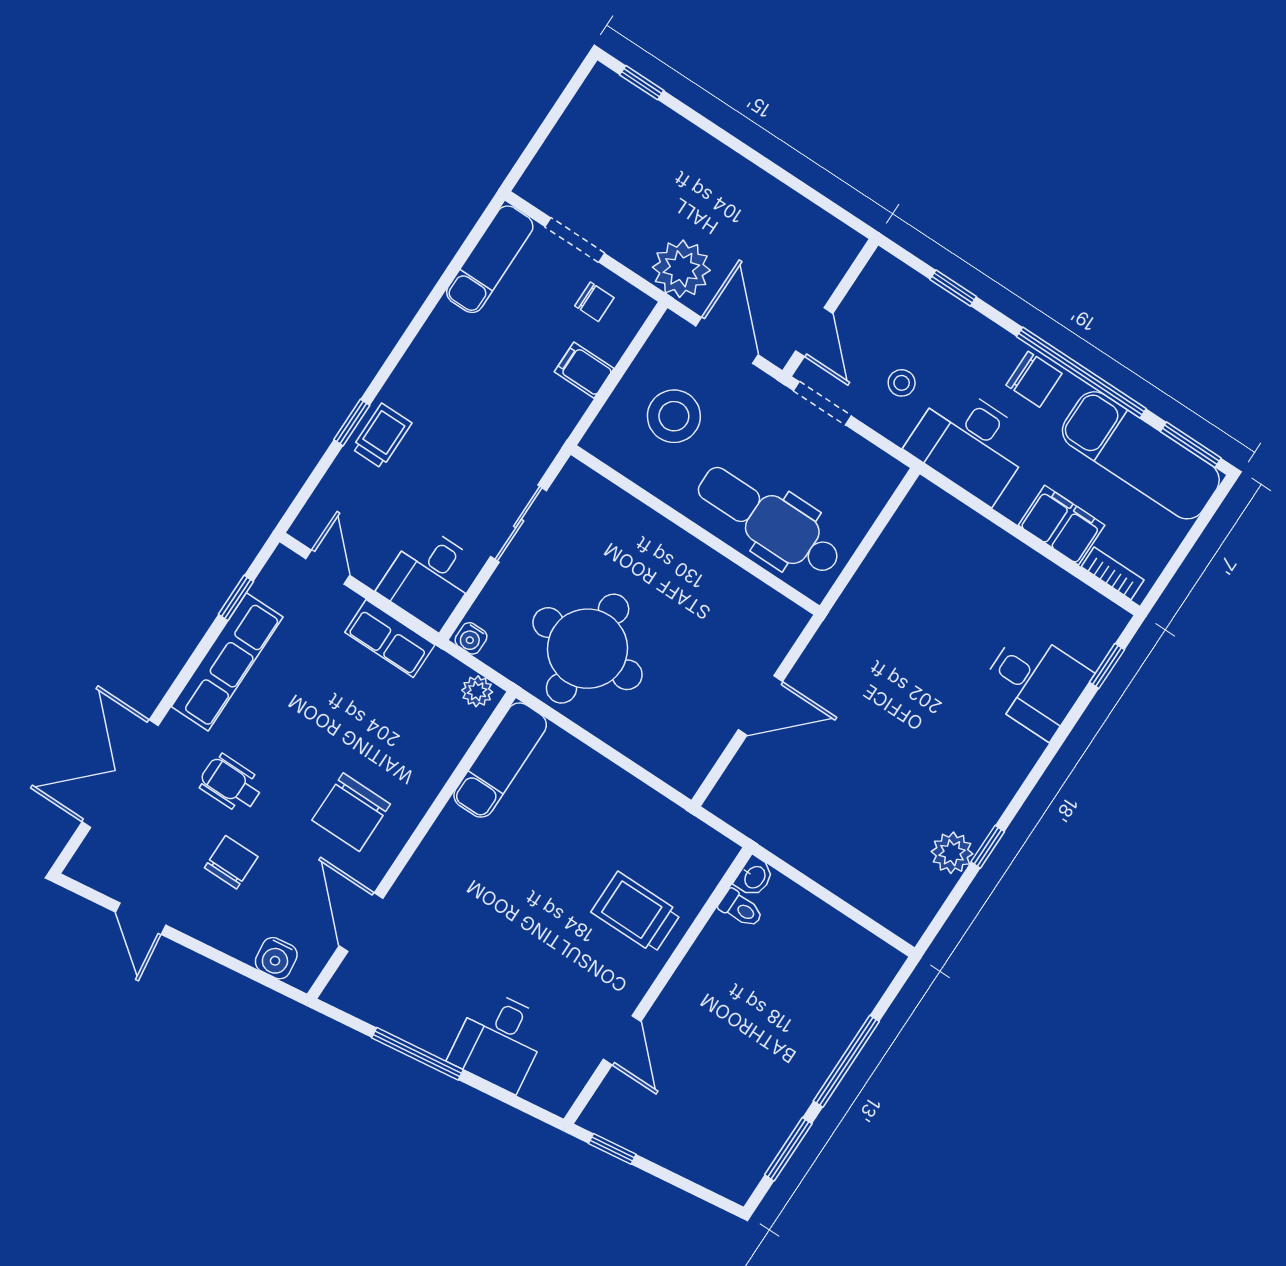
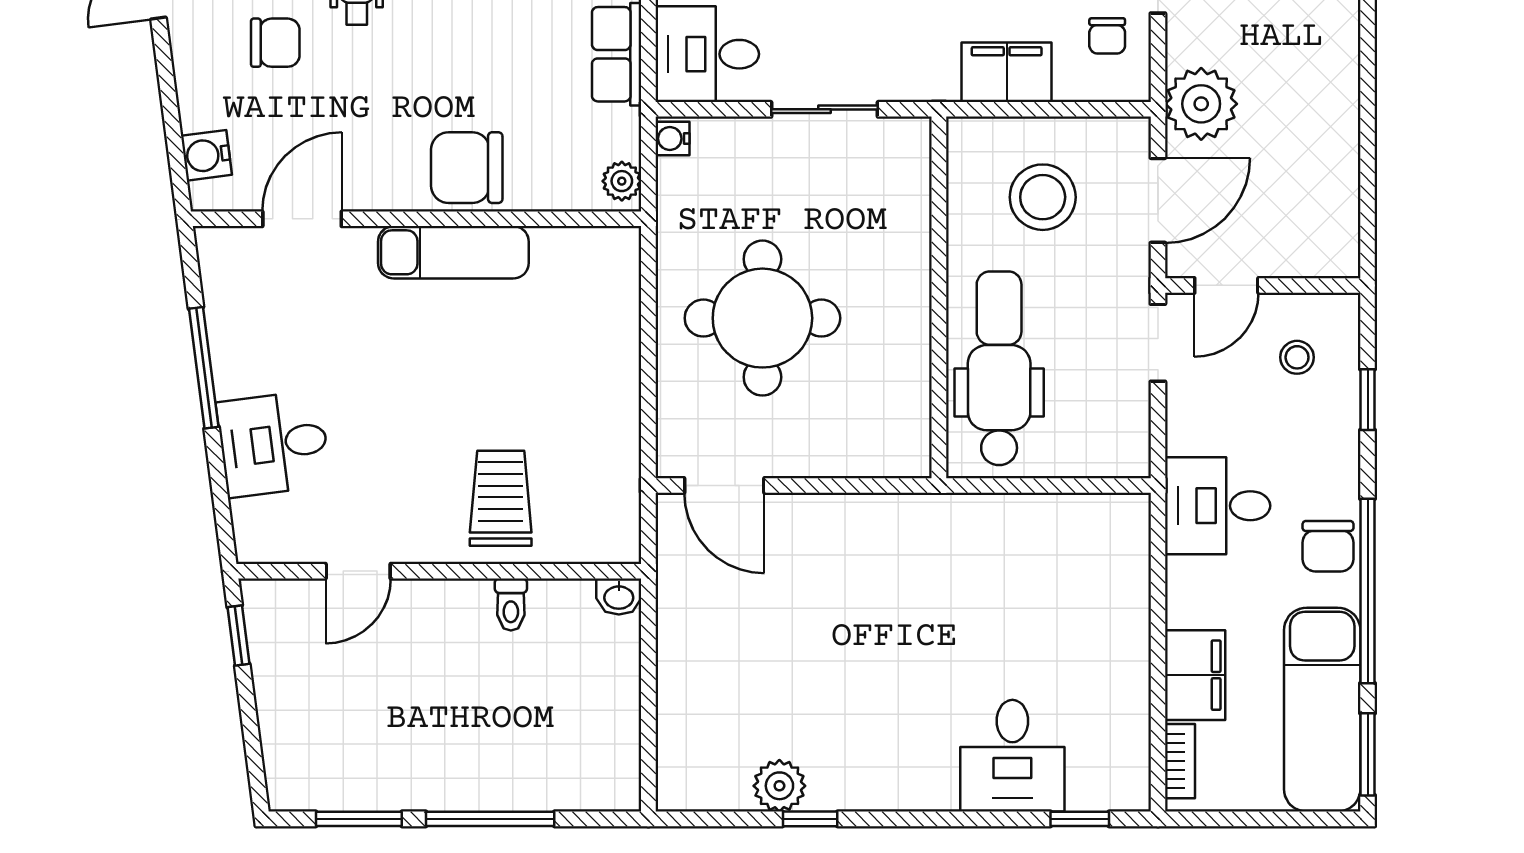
filing cabinet: (584, 370) -> (1007, 72), width x2.00
stool: (902, 383) -> (1297, 357), moved
desk: (970, 443) -> (1218, 506), width x0.73
round table: (588, 649) -> (762, 318), moved
door: (760, 706) -> (724, 486), moved
exam couch: (500, 760) -> (453, 252), moved
chair: (351, 812) -> (467, 168), moved
toilet: (741, 909) -> (511, 604), moved

